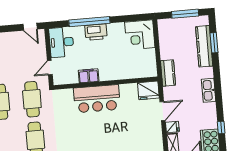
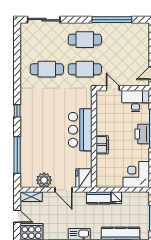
filing cabinet: (89, 76) -> (102, 145), moved
fridge: (172, 127) -> (116, 198), moved
plant: (154, 133) -> (44, 180), added

